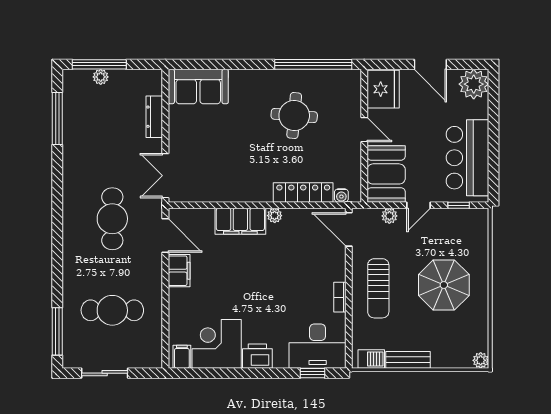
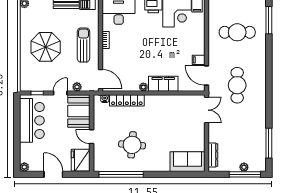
plant: (474, 84) -> (24, 167), width x0.53, depth x0.53
dresser: (154, 117) -> (213, 155), moved
filing cabinet: (179, 271) -> (199, 60), width x0.50

